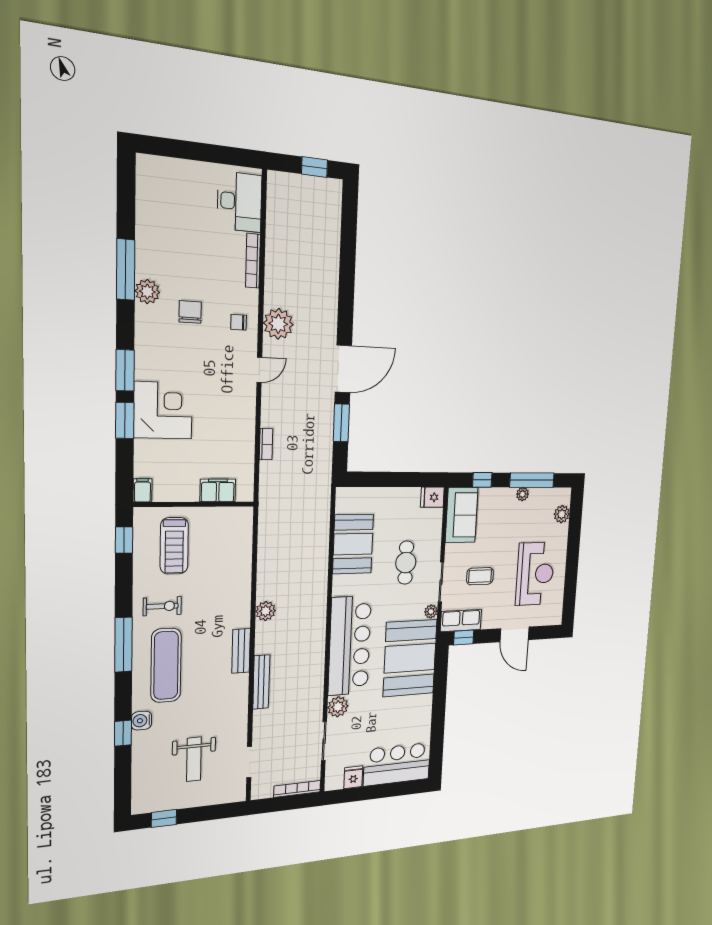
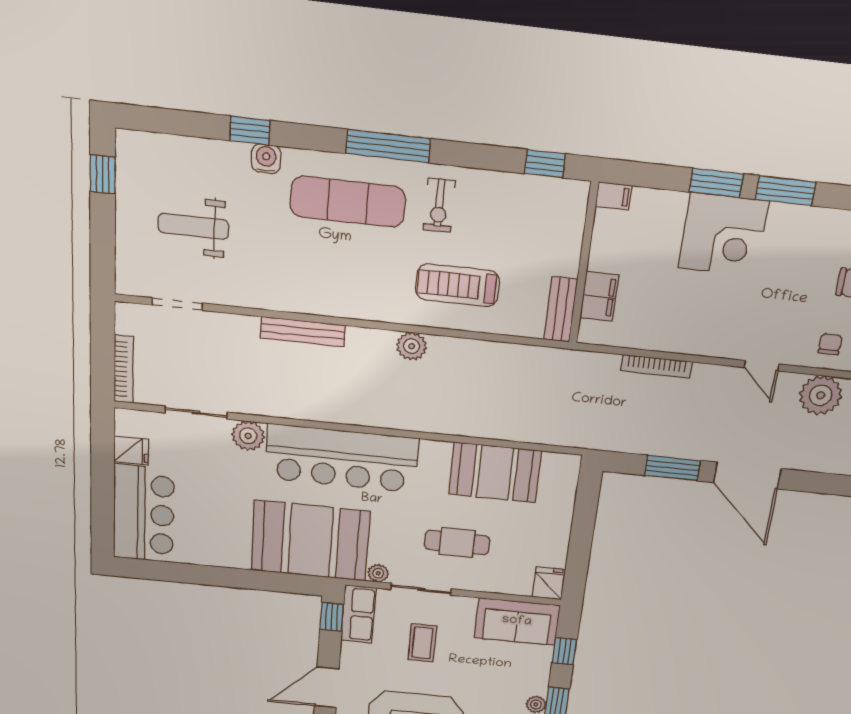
bookcase: (266, 444) -> (656, 366), width x1.56
treadmill: (174, 546) -> (458, 285), moved
bench: (241, 651) -> (561, 310), moved, turned 90

